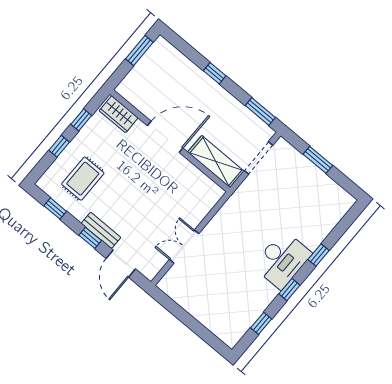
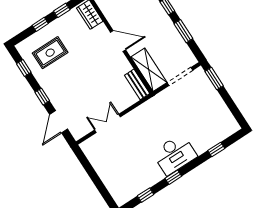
window: (260, 112) -> (183, 31), moved
door: (165, 137) -> (118, 41), width x0.73
window: (318, 160) -> (214, 79), moved
bench: (101, 230) -> (137, 84), moved
window: (318, 255) -> (216, 149), moved

